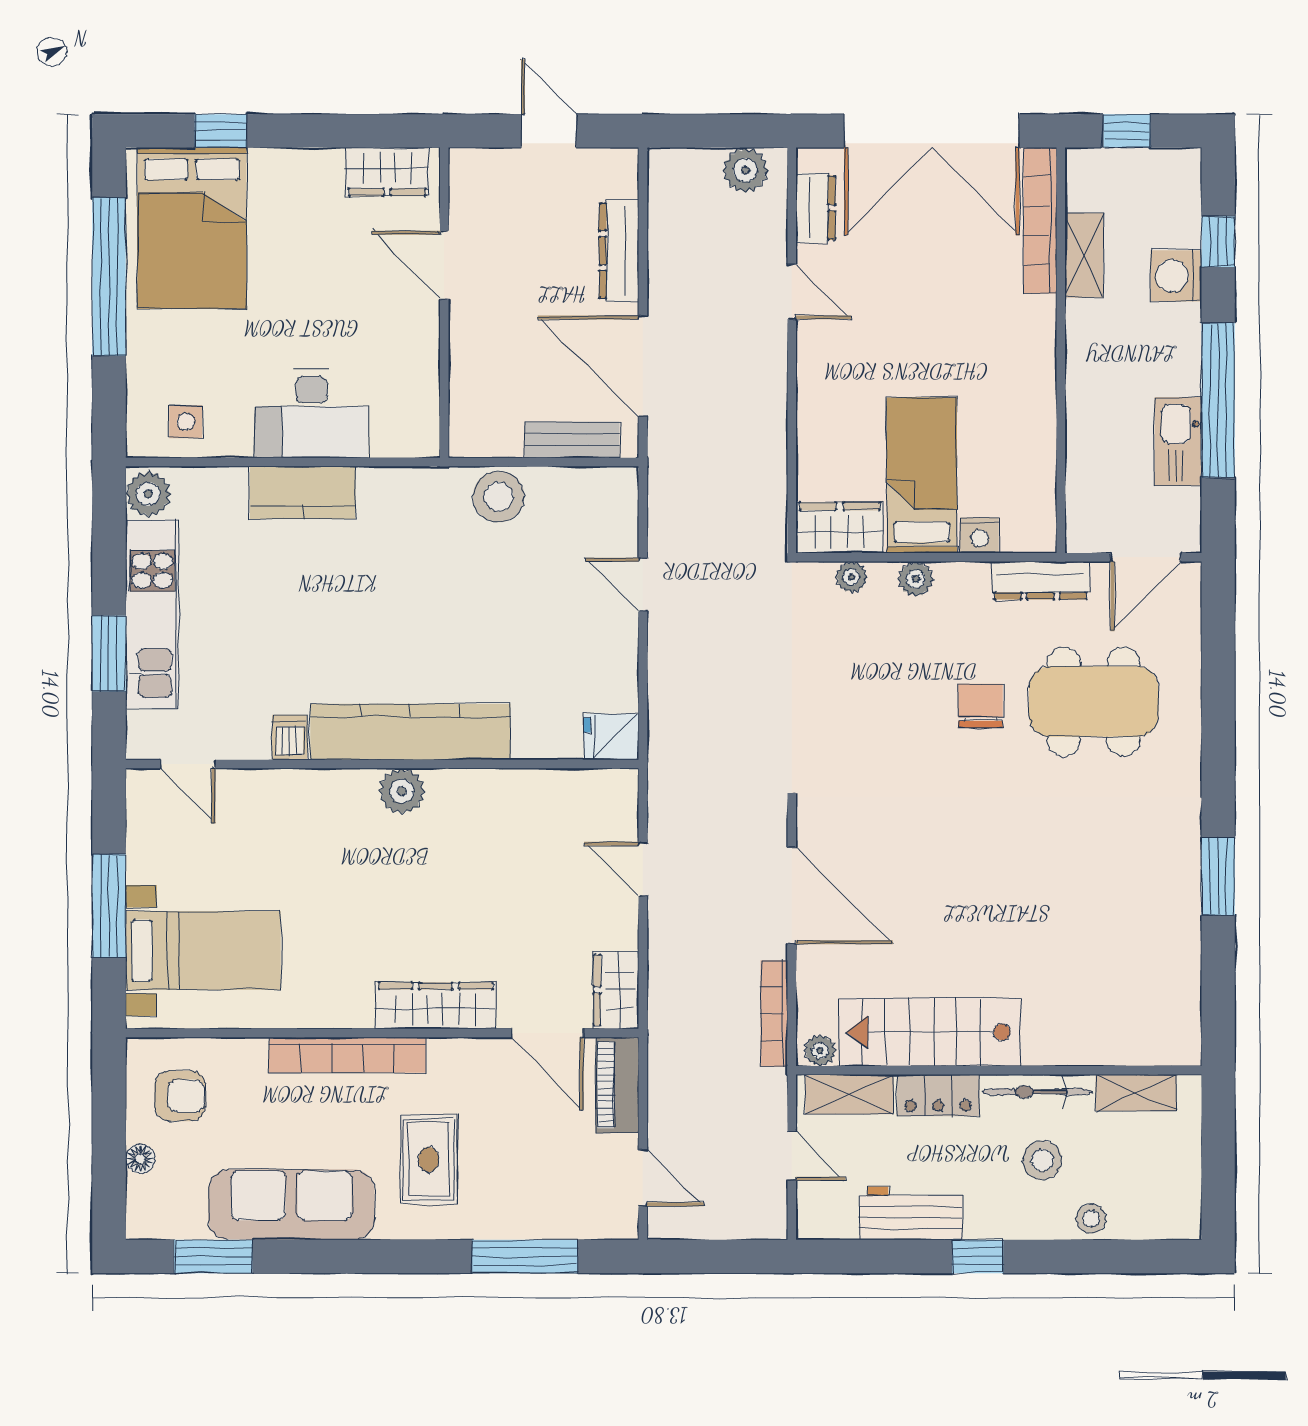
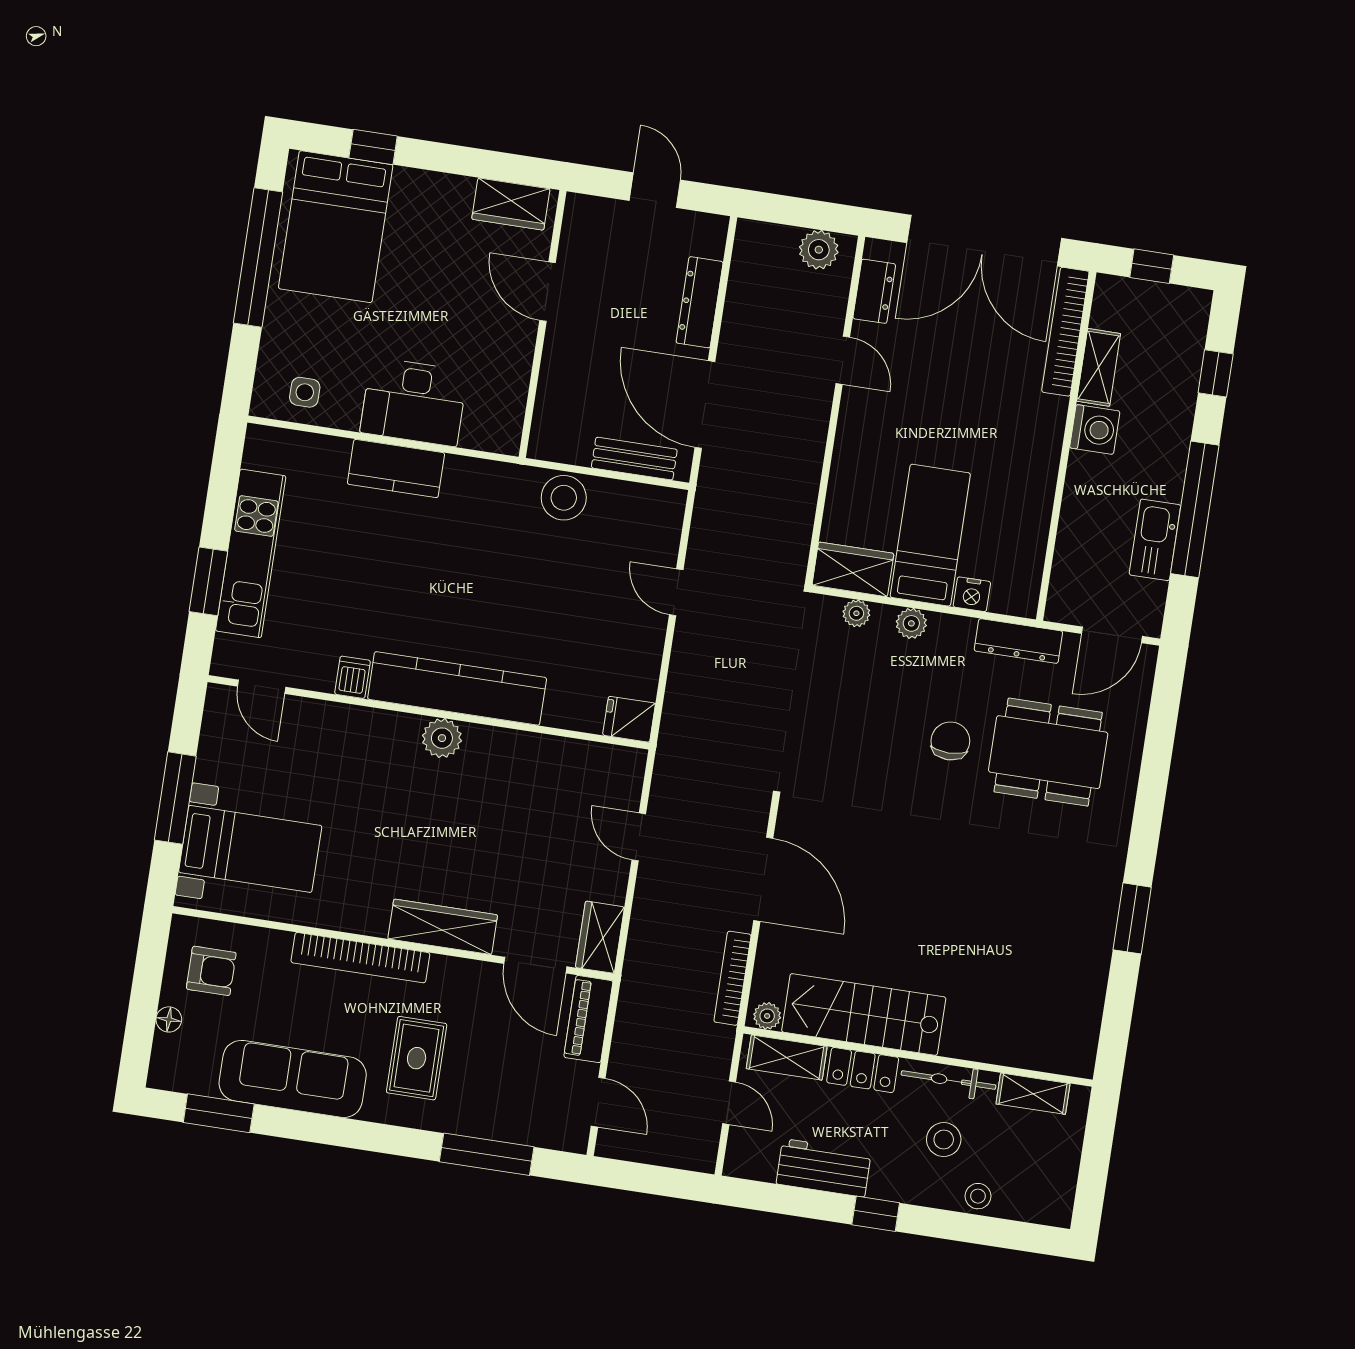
washing machine: (1176, 276) -> (1095, 429), moved, turned 180
plant: (148, 494) -> (263, 449), removed

